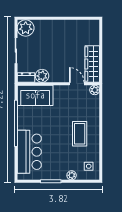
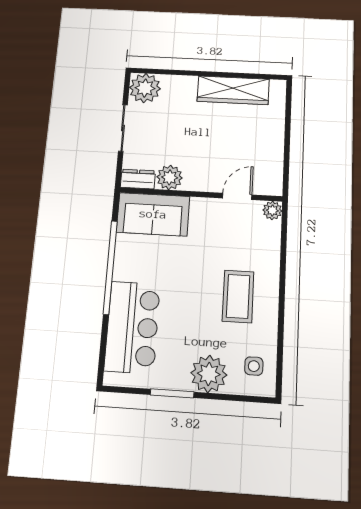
wardrobe: (92, 64) -> (233, 90), moved, turned -90
door: (77, 84) -> (237, 196), hinge flipped
plant: (72, 175) -> (209, 374), width x1.88, depth x1.88

